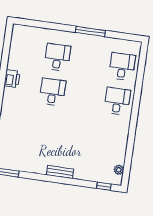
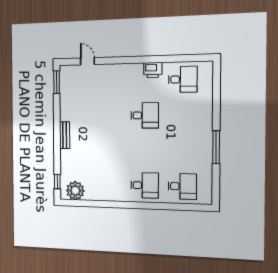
desk: (57, 57) -> (183, 79), moved
plant: (119, 170) -> (75, 191), width x1.87, depth x1.87

